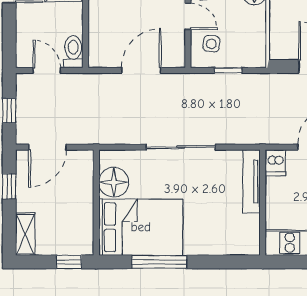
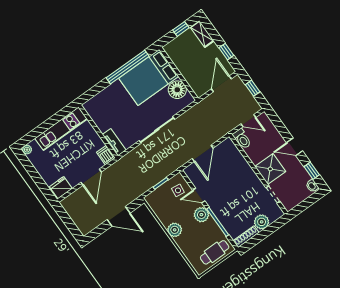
tv unit: (251, 181) -> (114, 142), width x0.71
window: (69, 262) -> (181, 29), moved
window: (159, 262) -> (128, 67), width x1.46

